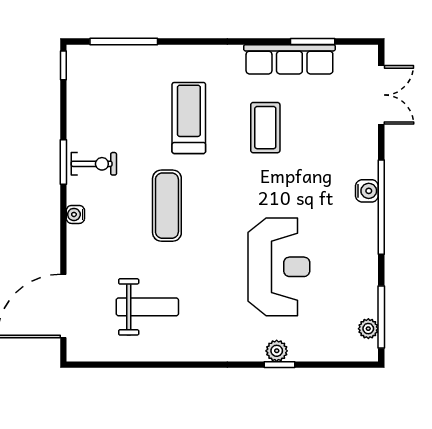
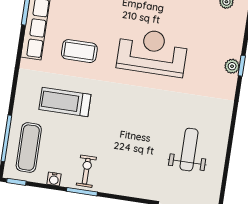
exercise mat: (167, 206) -> (29, 148), moved, turned 90
water cooler: (75, 214) -> (54, 179), moved
reception desk: (279, 267) -> (152, 52), moved

